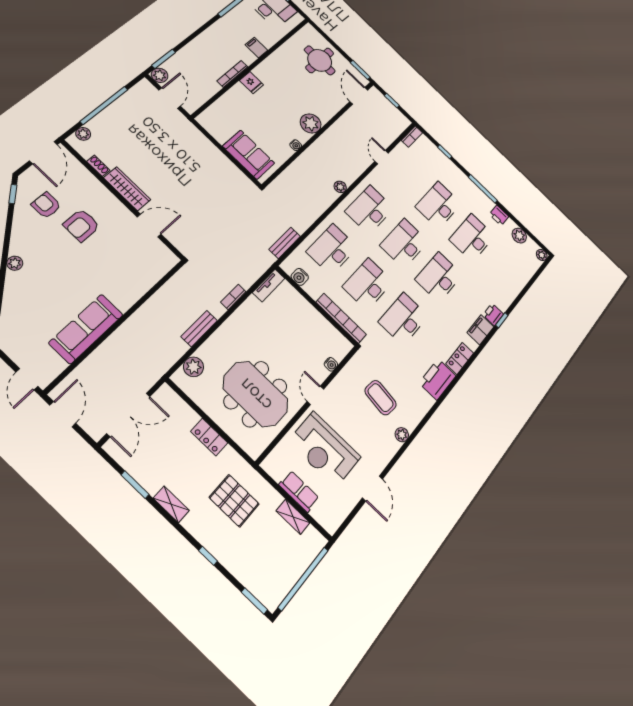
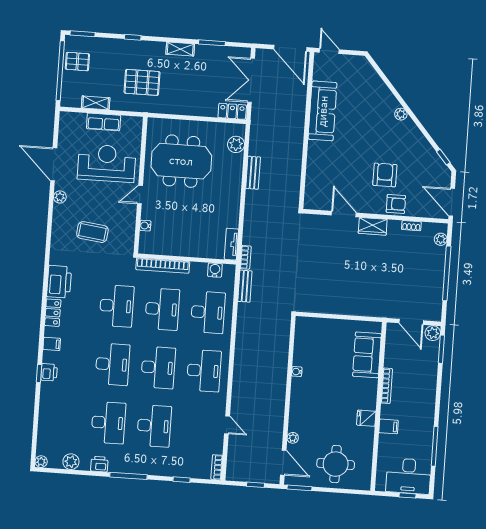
fridge: (251, 83) -> (366, 418), moved
plant: (311, 123) -> (293, 438), moved, width x0.53, depth x0.53
sofa: (249, 155) -> (367, 355), moved, turned 90
plant: (340, 187) -> (239, 369), removed
wardrobe: (127, 189) -> (373, 226), width x0.67
armchair: (46, 205) -> (396, 204), moved
door: (149, 226) -> (344, 214), swing flipped
bookcase: (233, 297) -> (246, 257), moved
filing cabinet: (480, 330) -> (52, 344), width x0.50
door: (315, 395) -> (140, 195), swing flipped
door: (63, 414) -> (290, 48), width x1.36
plant: (402, 435) -> (60, 197), moved
locker: (209, 437) -> (232, 111), moved
door: (373, 488) -> (54, 164), width x1.36
pallet: (280, 575) -> (77, 62), added

